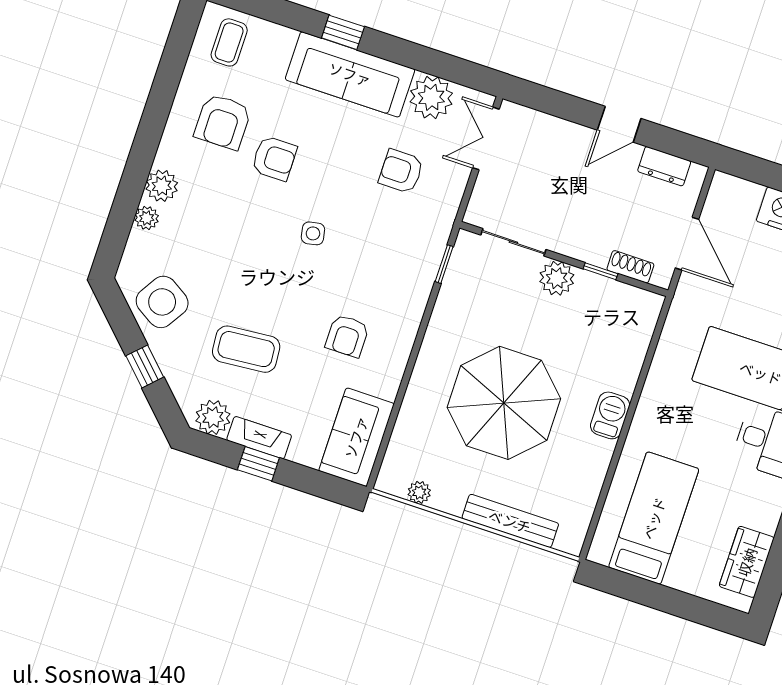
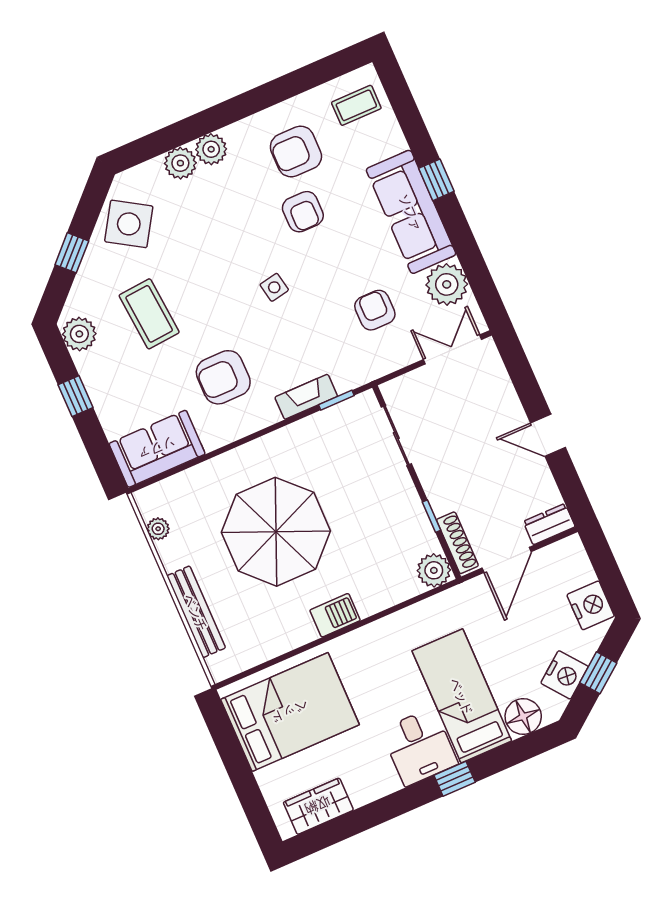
dresser: (664, 166) -> (549, 524), moved, turned 90
plant: (147, 218) -> (180, 163), width x1.38, depth x1.38
shoe rack: (630, 267) -> (457, 543), width x1.43
plant: (557, 278) -> (434, 570), moved
armchair: (347, 336) -> (223, 377), width x1.38, depth x1.38
fireplace: (259, 438) -> (306, 397), moved, turned -90
bed: (654, 518) -> (290, 712), width x1.50

